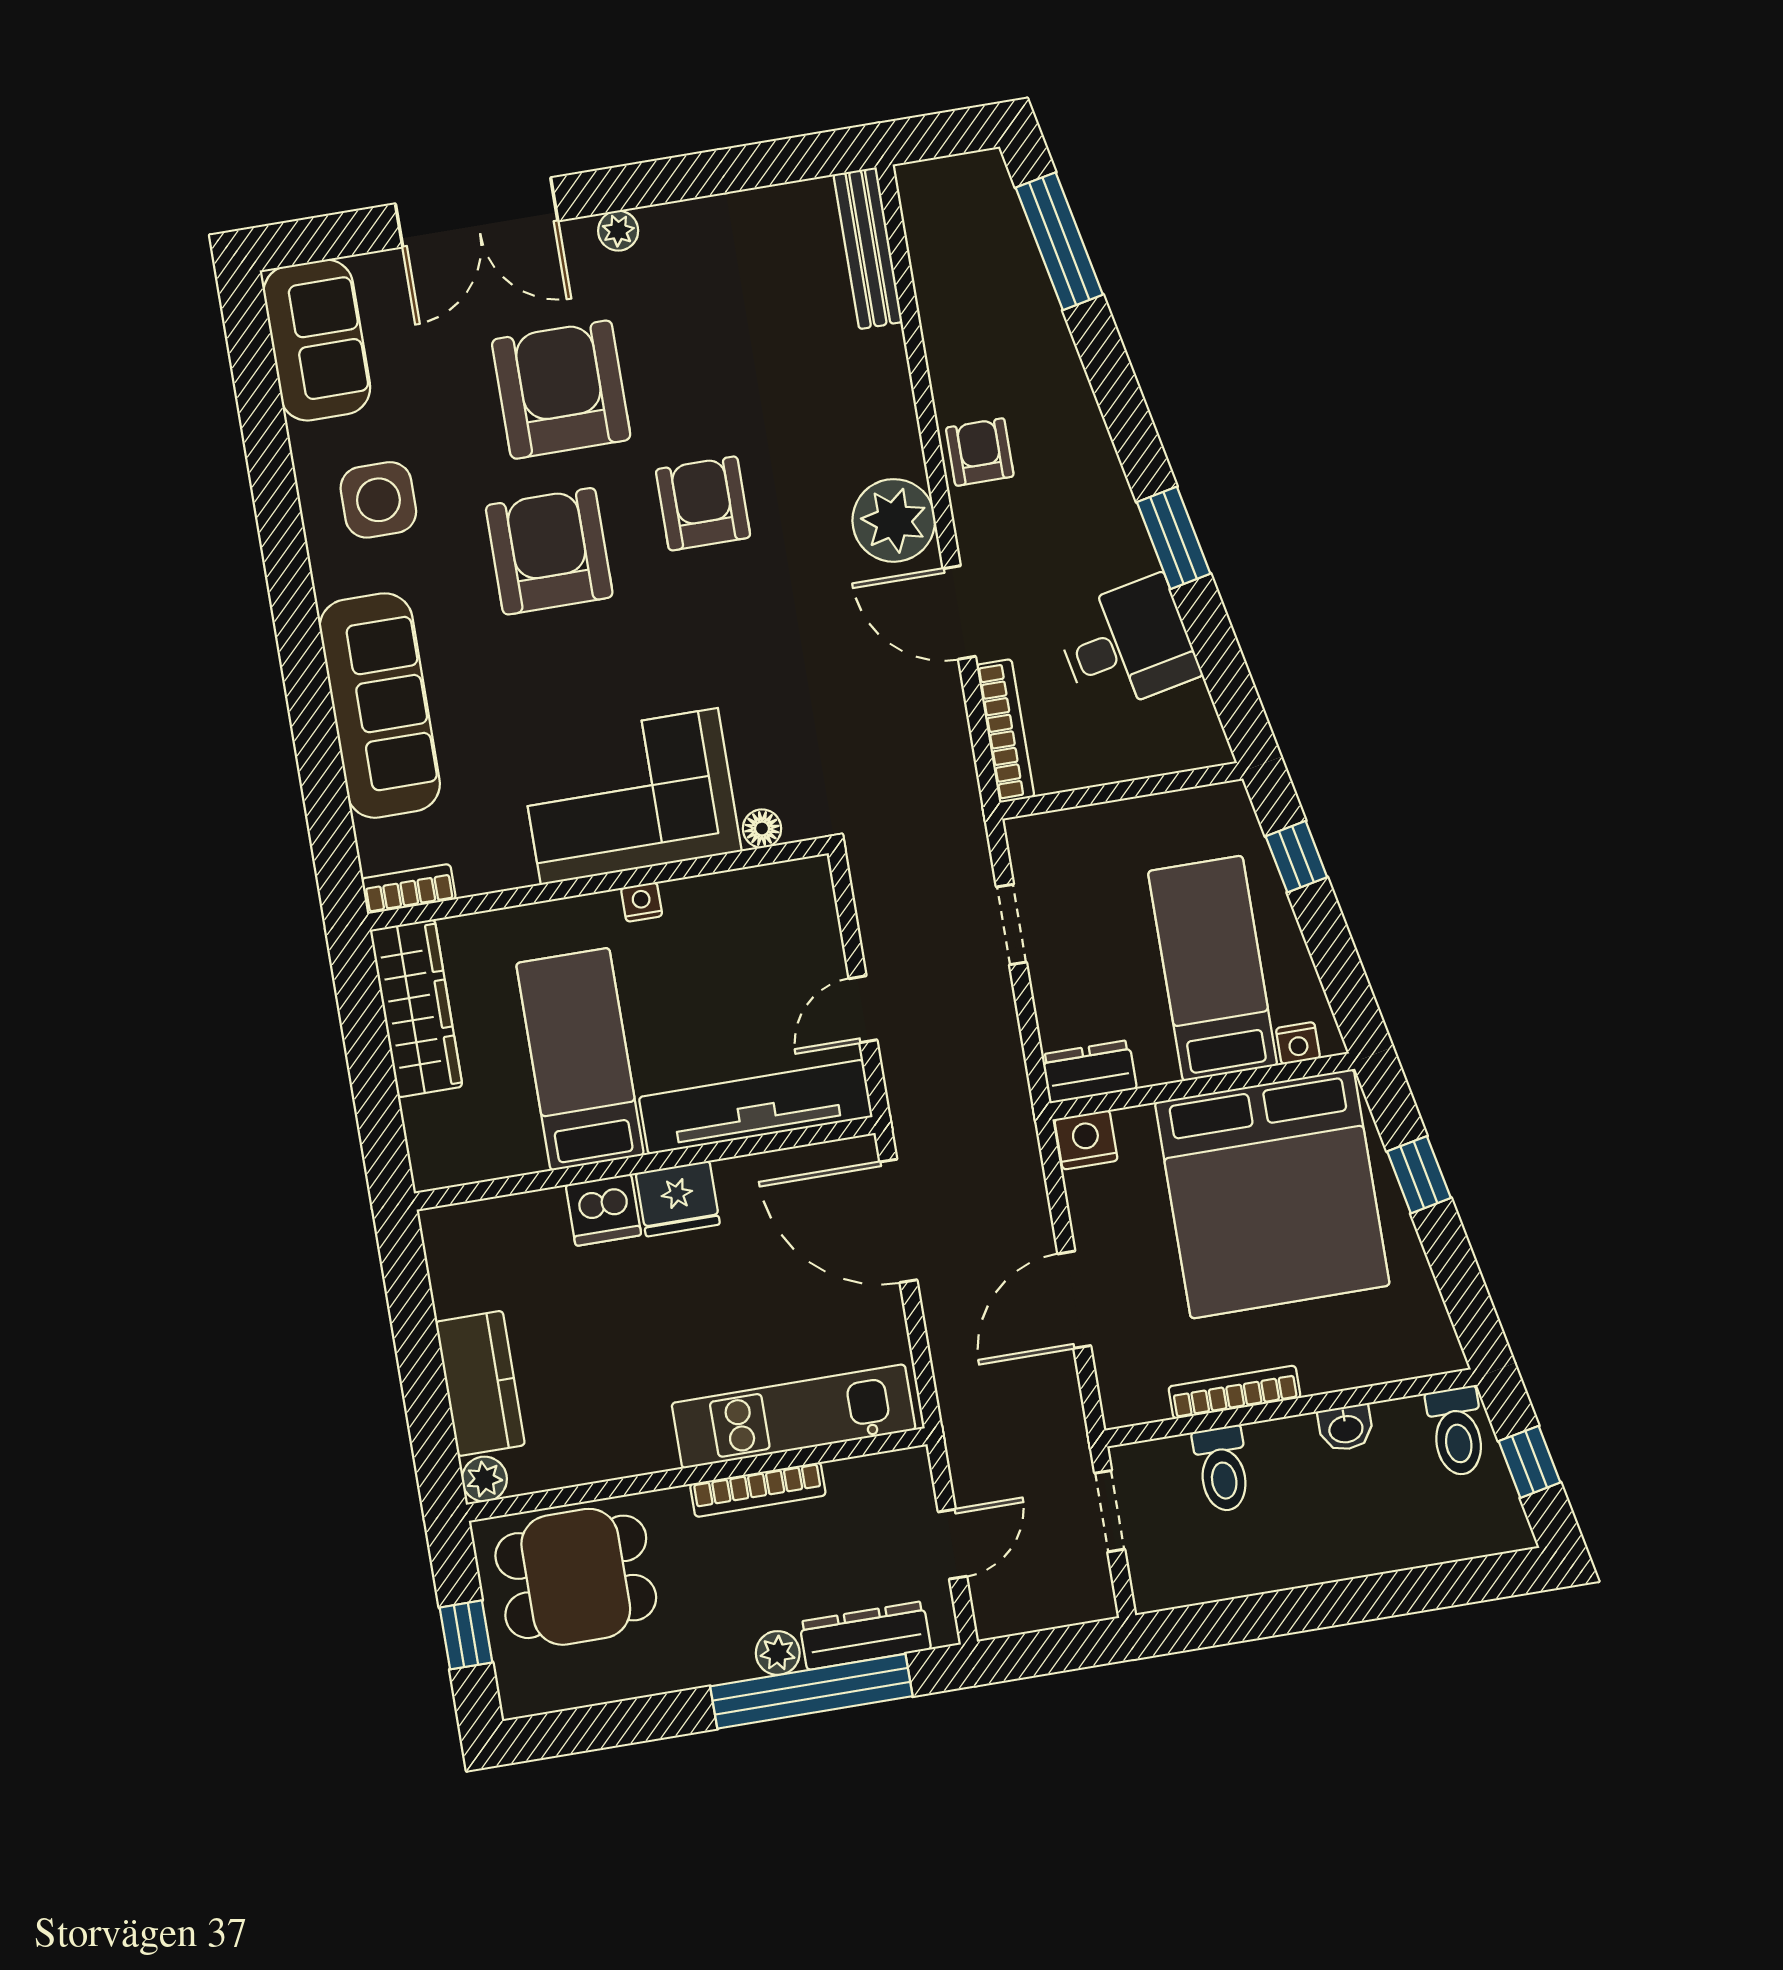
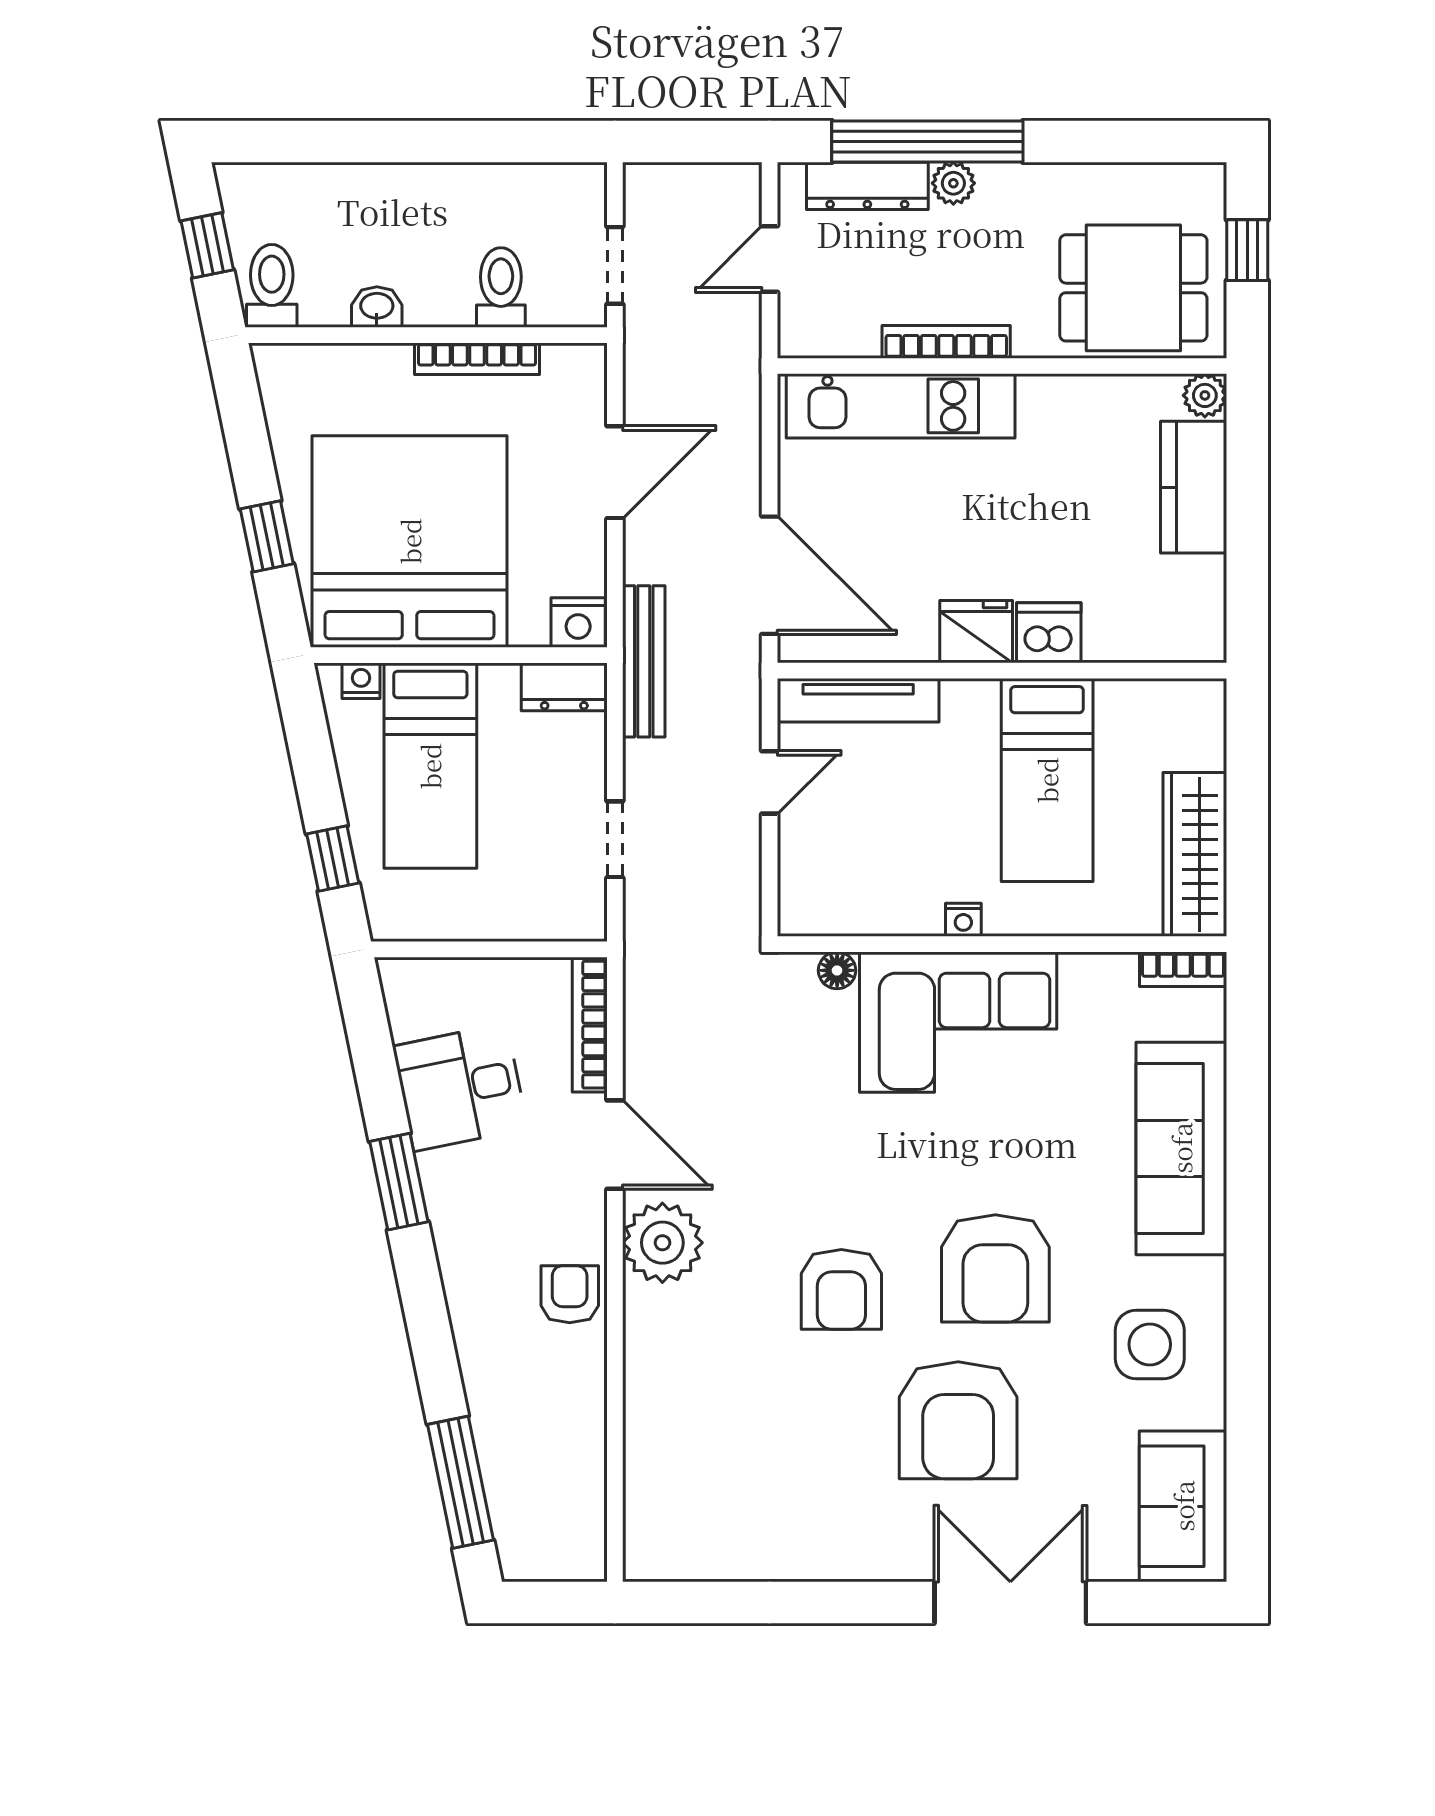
plant: (618, 231) -> (879, 1562), removed
bench: (868, 248) -> (644, 661), moved
armchair: (980, 452) -> (570, 1294), turned 180
tv unit: (756, 1107) -> (858, 700), width x0.73, depth x0.78

